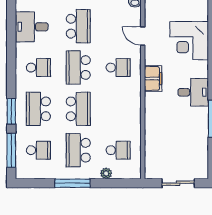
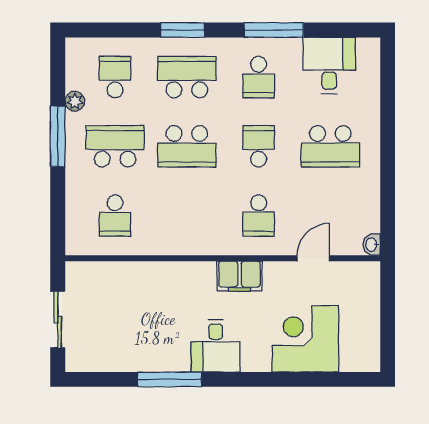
school desk: (78, 68) -> (259, 146), width x0.54
window: (11, 150) -> (274, 30), moved
school desk: (38, 150) -> (115, 77), turned 180
plant: (106, 173) -> (75, 101), moved

